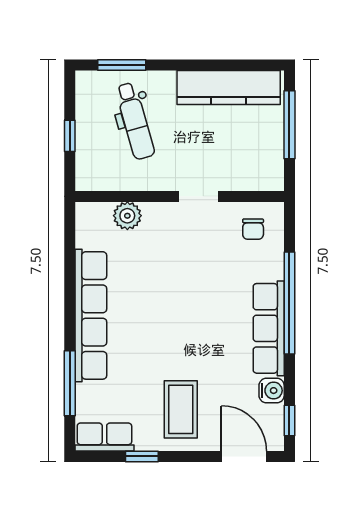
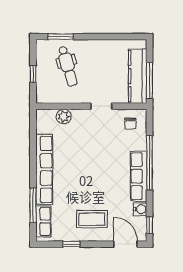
kitchen counter: (229, 88) -> (138, 76), moved, turned 90
window: (289, 125) -> (150, 81), moved
coffee table: (181, 409) -> (92, 219), turned 90
row of seats: (104, 437) -> (43, 221), moved, turned 90

